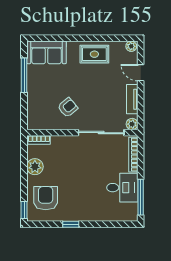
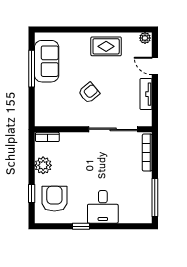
sofa: (47, 52) -> (47, 61), moved, turned -90
armchair: (68, 107) -> (89, 93), moved
plant: (132, 124) -> (146, 120), removed
desk: (122, 188) -> (103, 207), moved, turned 90
window: (24, 210) -> (32, 193), moved

